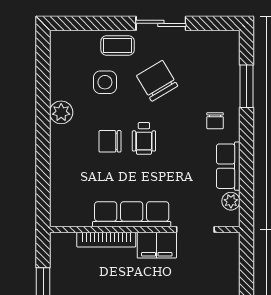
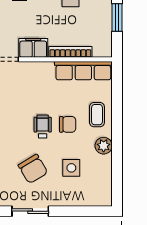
coffee table: (118, 45) -> (97, 115), moved, turned 90
row of seats: (132, 214) -> (83, 71), moved

